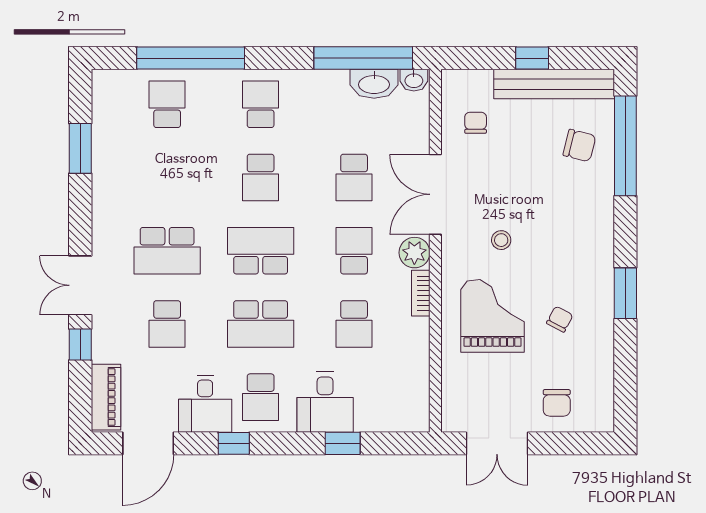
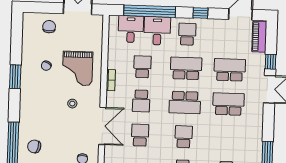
plant: (414, 253) -> (113, 99), removed
school desk: (167, 324) -> (230, 70), width x1.85
desk: (205, 404) -> (131, 29), moved
window: (343, 443) -> (150, 11), width x3.17

